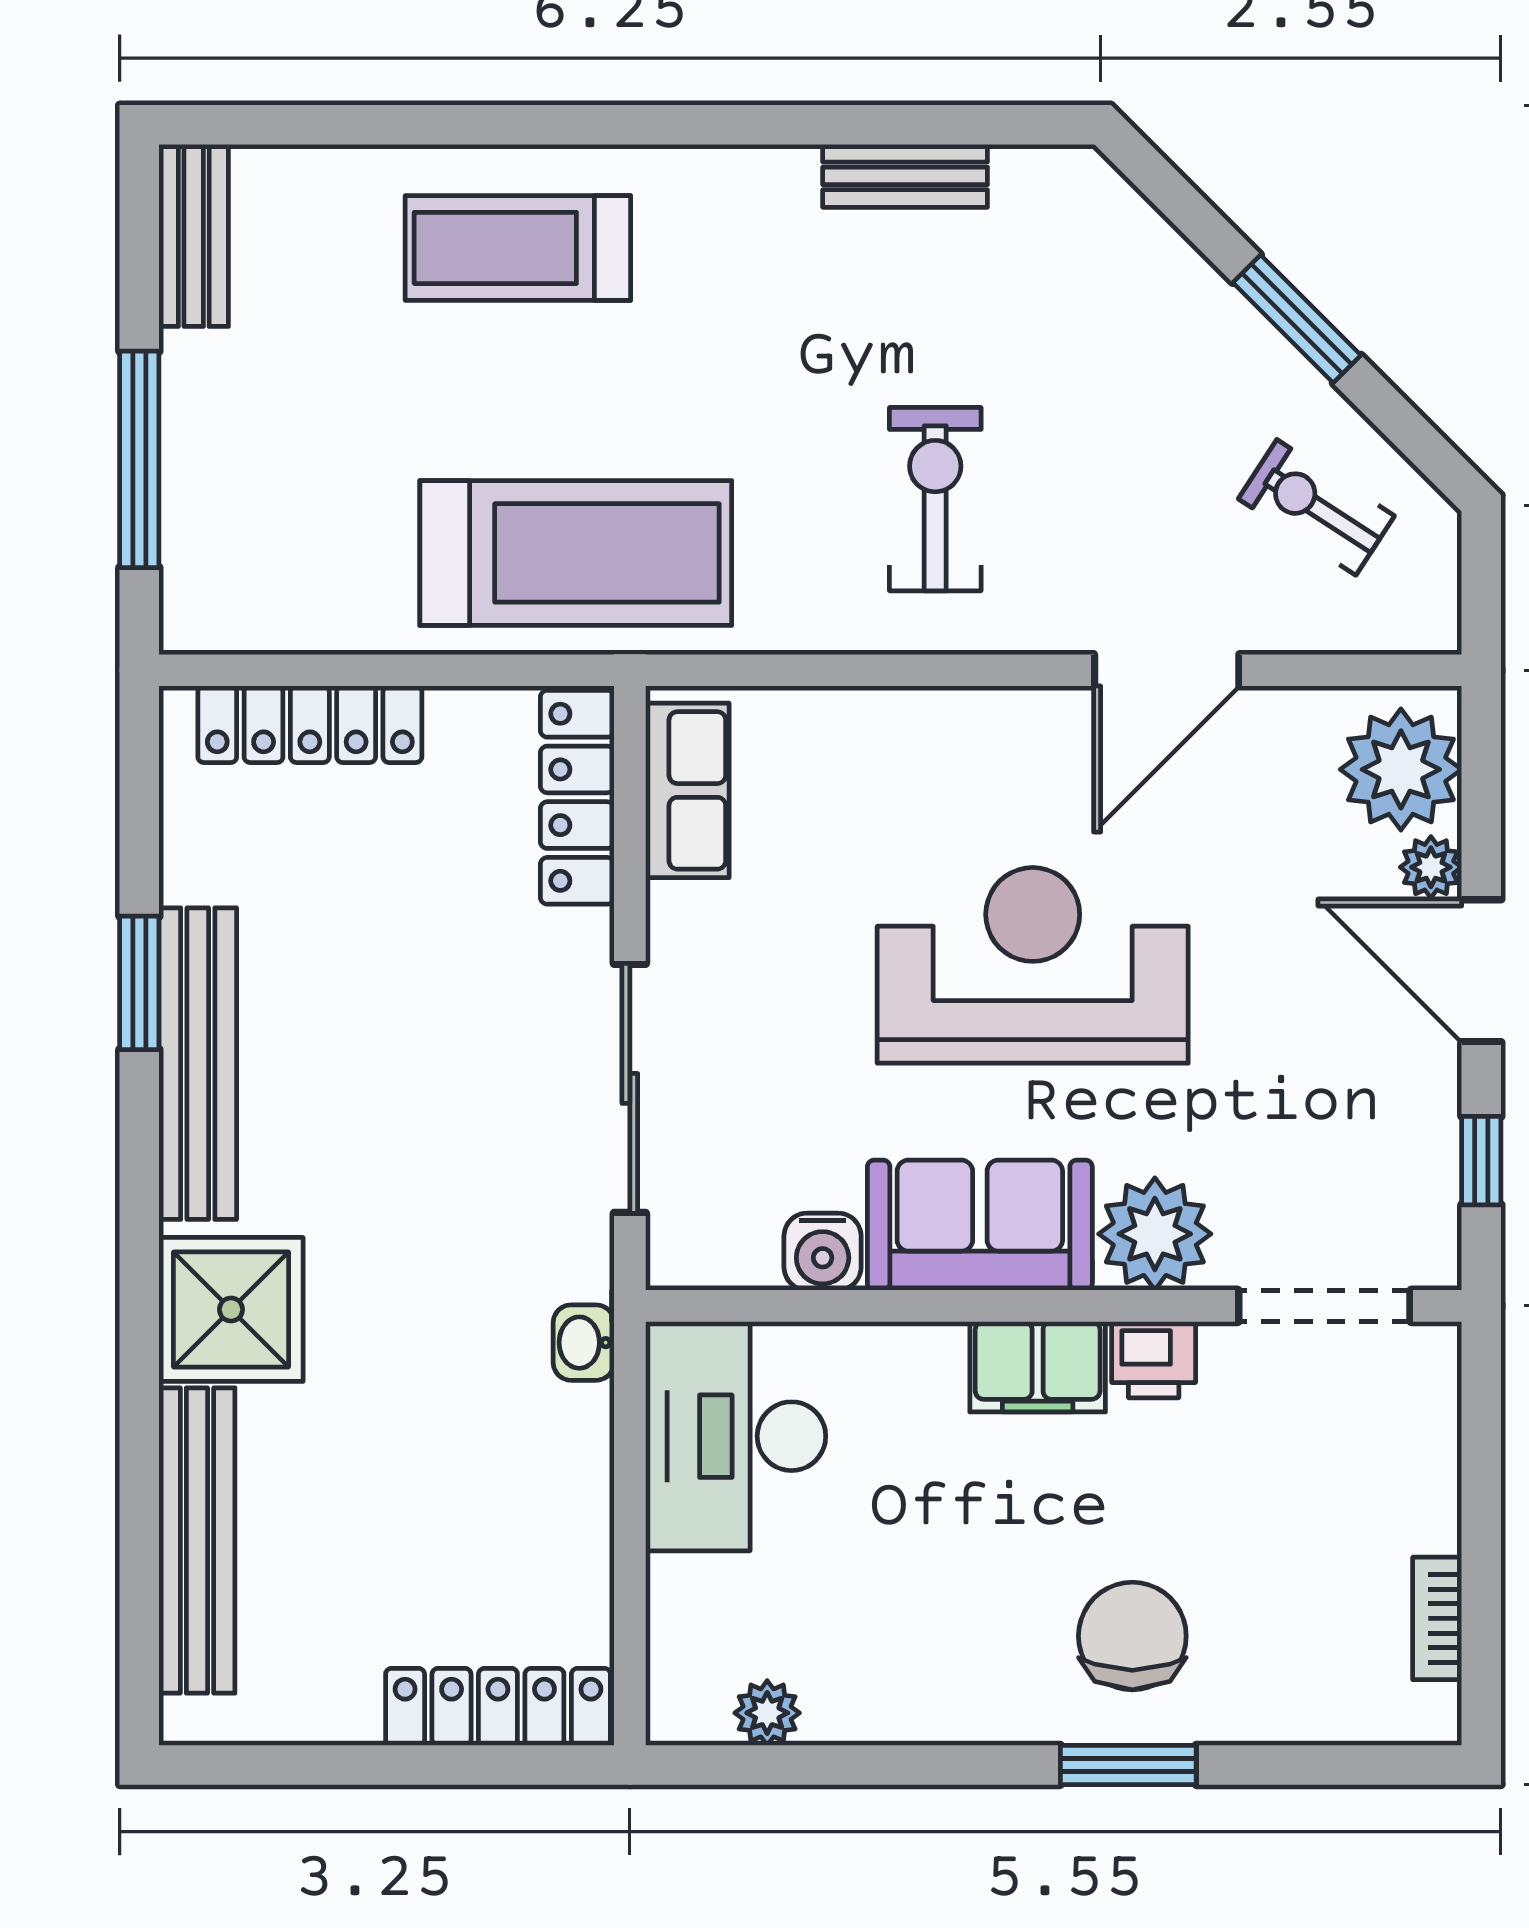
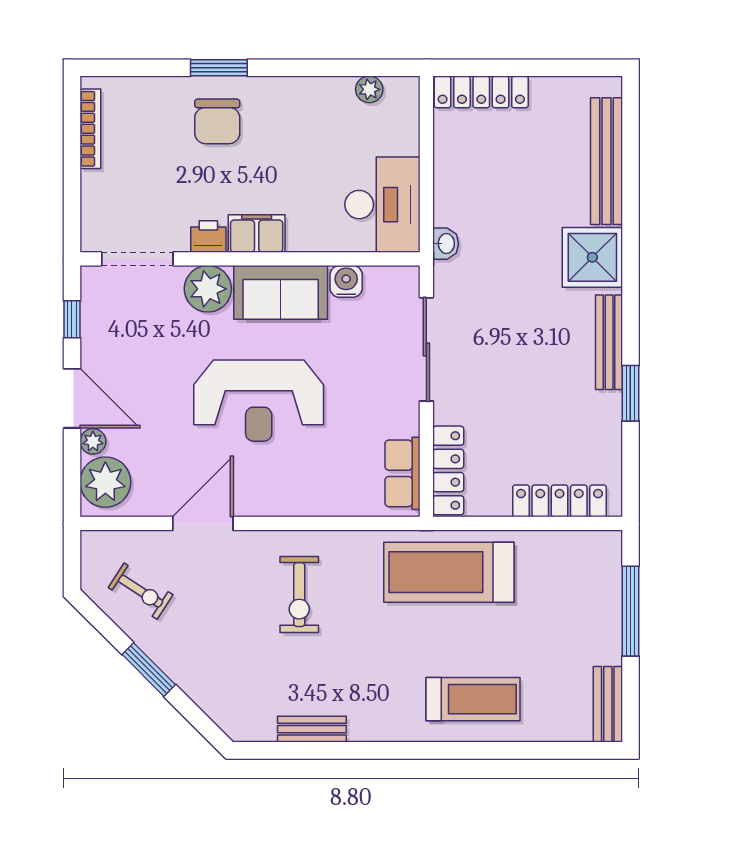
bench: (198, 1064) -> (609, 342), width x0.73, depth x0.82
bookcase: (1437, 1618) -> (90, 129), width x1.56

